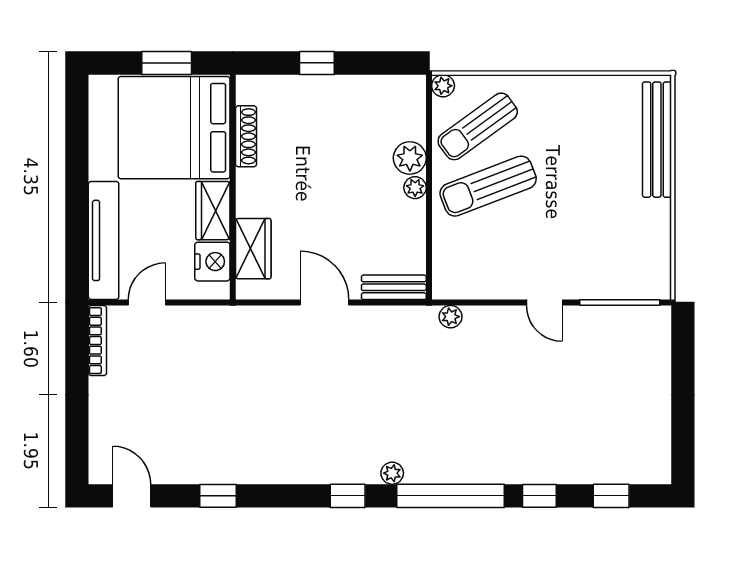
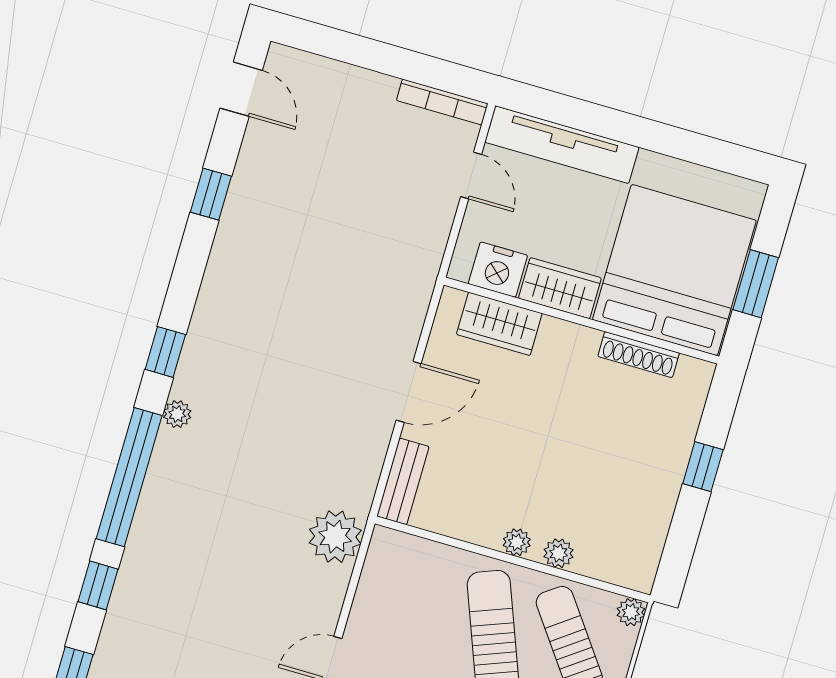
plant: (410, 158) -> (559, 553), width x0.73, depth x0.73
plant: (451, 317) -> (335, 537), width x1.88, depth x1.88
door: (132, 496) -> (241, 89), hinge flipped

